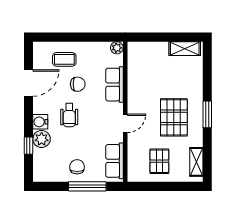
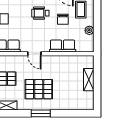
plant: (117, 48) -> (89, 30), moved
shelving: (185, 49) -> (89, 80), moved

